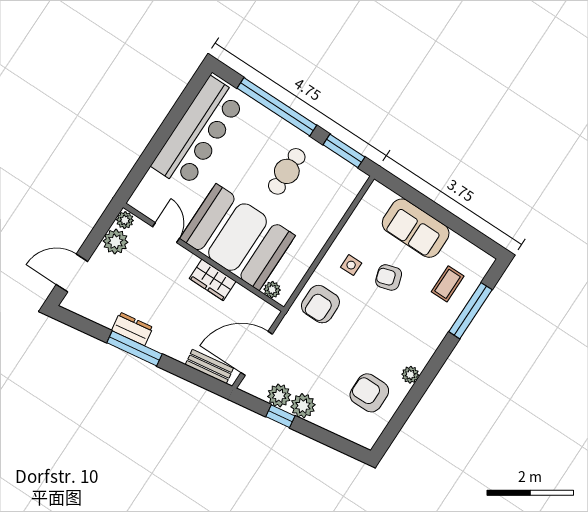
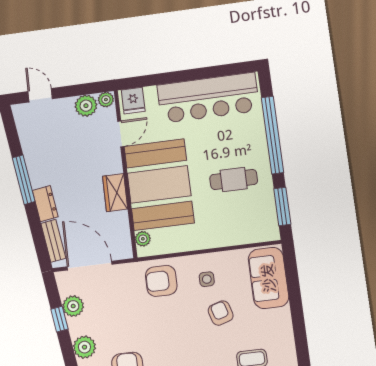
fridge: (146, 198) -> (133, 101), added
sofa: (416, 228) -> (268, 278), moved
door: (72, 273) -> (40, 95), width x0.73
dresser: (132, 329) -> (45, 204), moved
plant: (303, 406) -> (84, 347), moved

